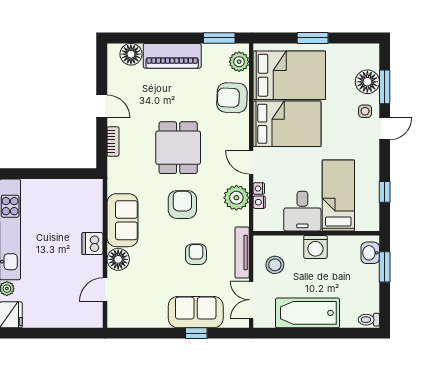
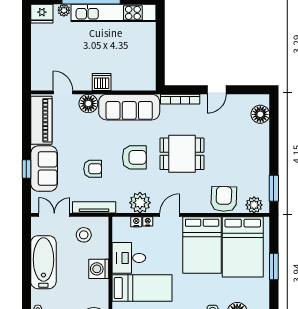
piano: (172, 56) -> (41, 120), moved, turned 180
bookcase: (113, 141) -> (180, 99), width x1.56
sofa: (122, 220) -> (129, 107), width x1.36

